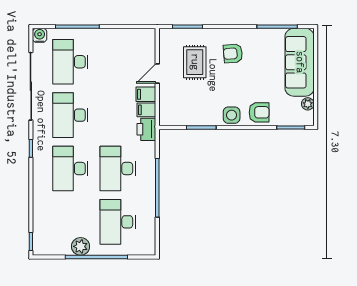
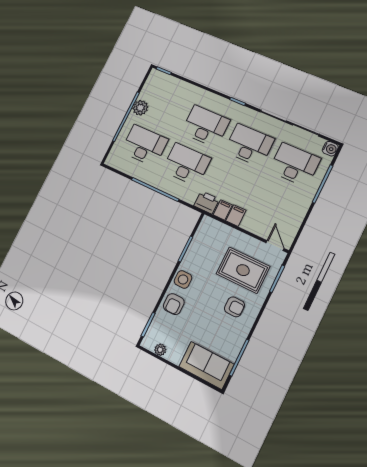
armchair: (233, 53) -> (234, 307), turned 94
rug: (195, 62) -> (243, 270), width x1.36, depth x1.43
sofa: (300, 62) -> (206, 365), width x0.73
door: (157, 73) -> (275, 246), moved

